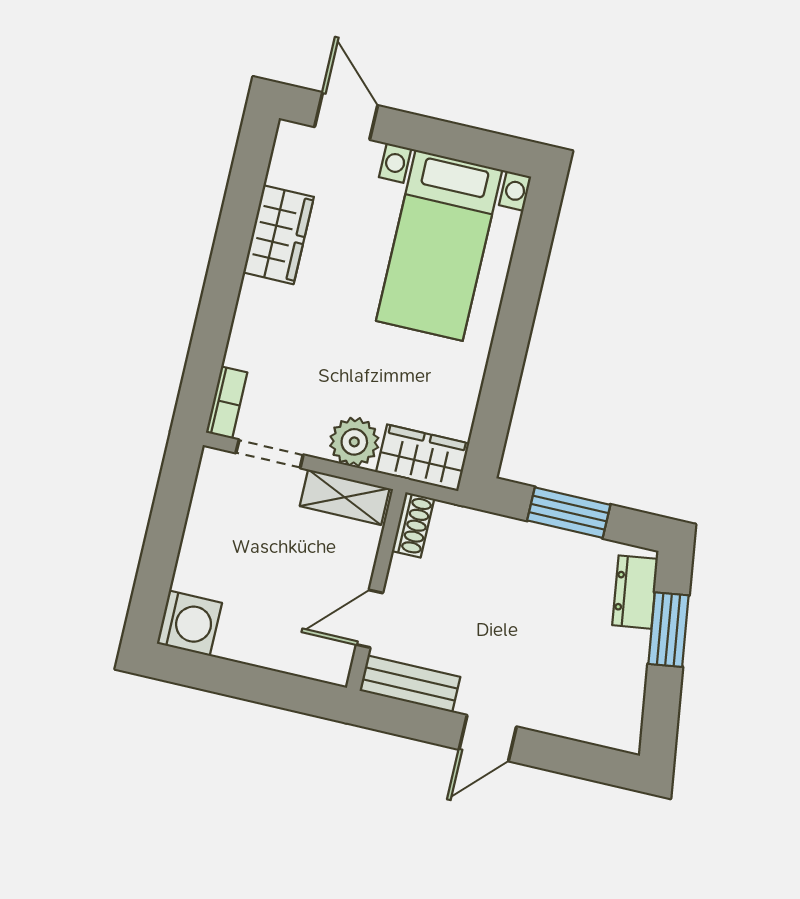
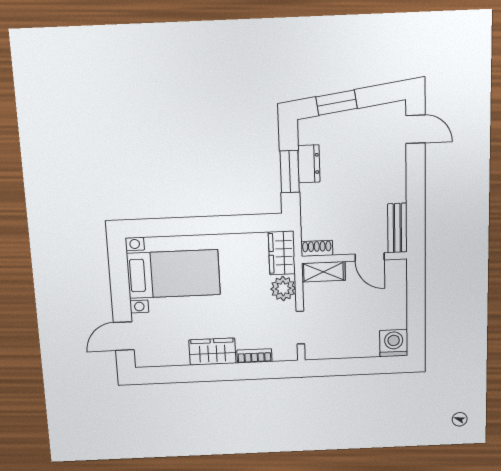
wardrobe: (278, 235) -> (212, 352), moved
bookcase: (227, 402) -> (254, 356), moved
shelving: (345, 497) -> (323, 272), moved, turned 90
dresser: (635, 592) -> (309, 164), moved, turned -82
door: (488, 738) -> (415, 129), moved

